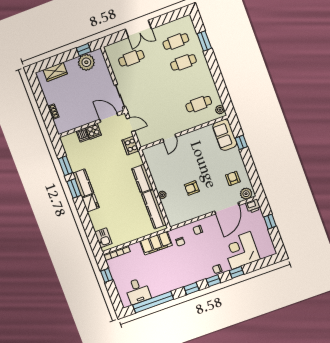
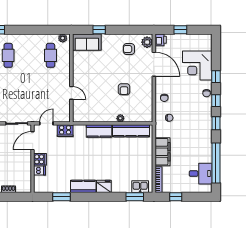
window: (74, 188) -> (135, 197), moved
filing cabinet: (156, 243) -> (163, 152), moved

